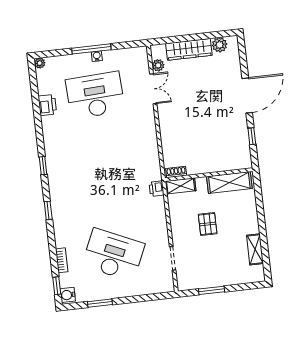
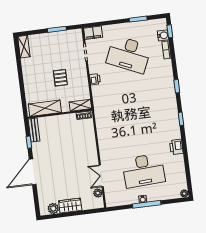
wardrobe: (189, 49) -> (70, 206), width x0.67
printer: (47, 105) -> (176, 147), moved
bench: (245, 153) -> (34, 130), added
printer: (157, 189) -> (95, 79), moved
shelving: (255, 249) -> (24, 47), moved
filing cabinet: (162, 285) -> (93, 33), added
water cooler: (68, 295) -> (163, 35), moved

